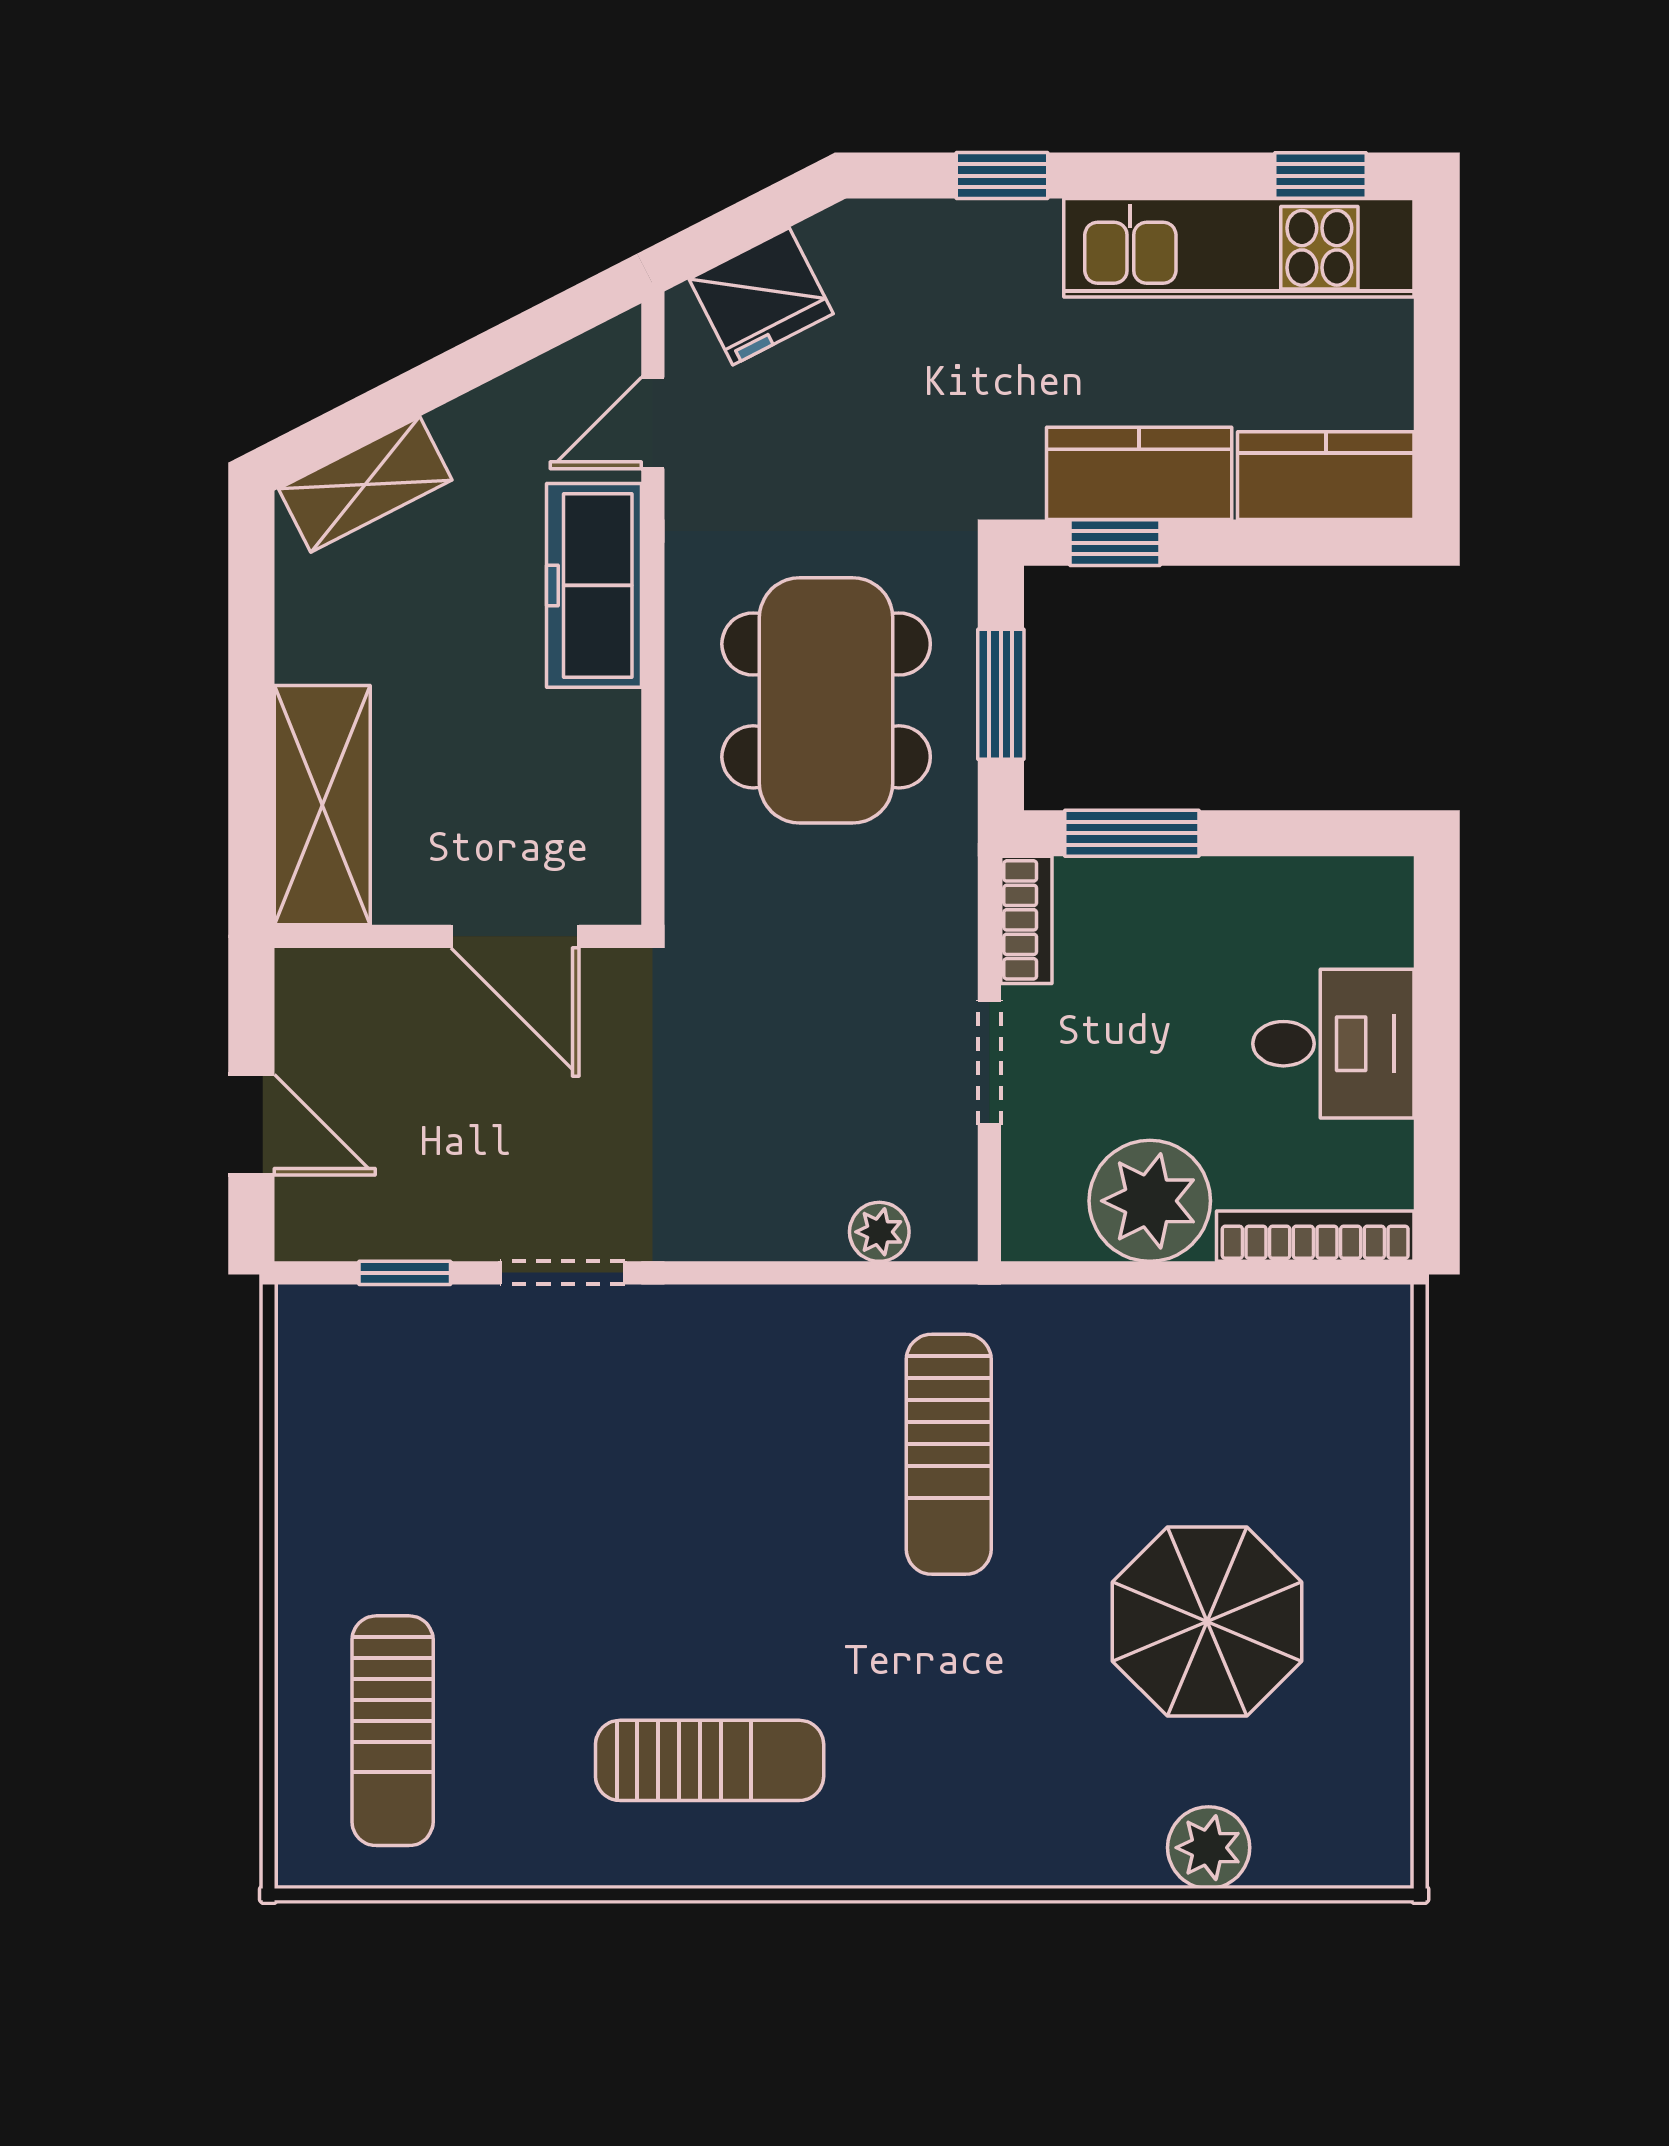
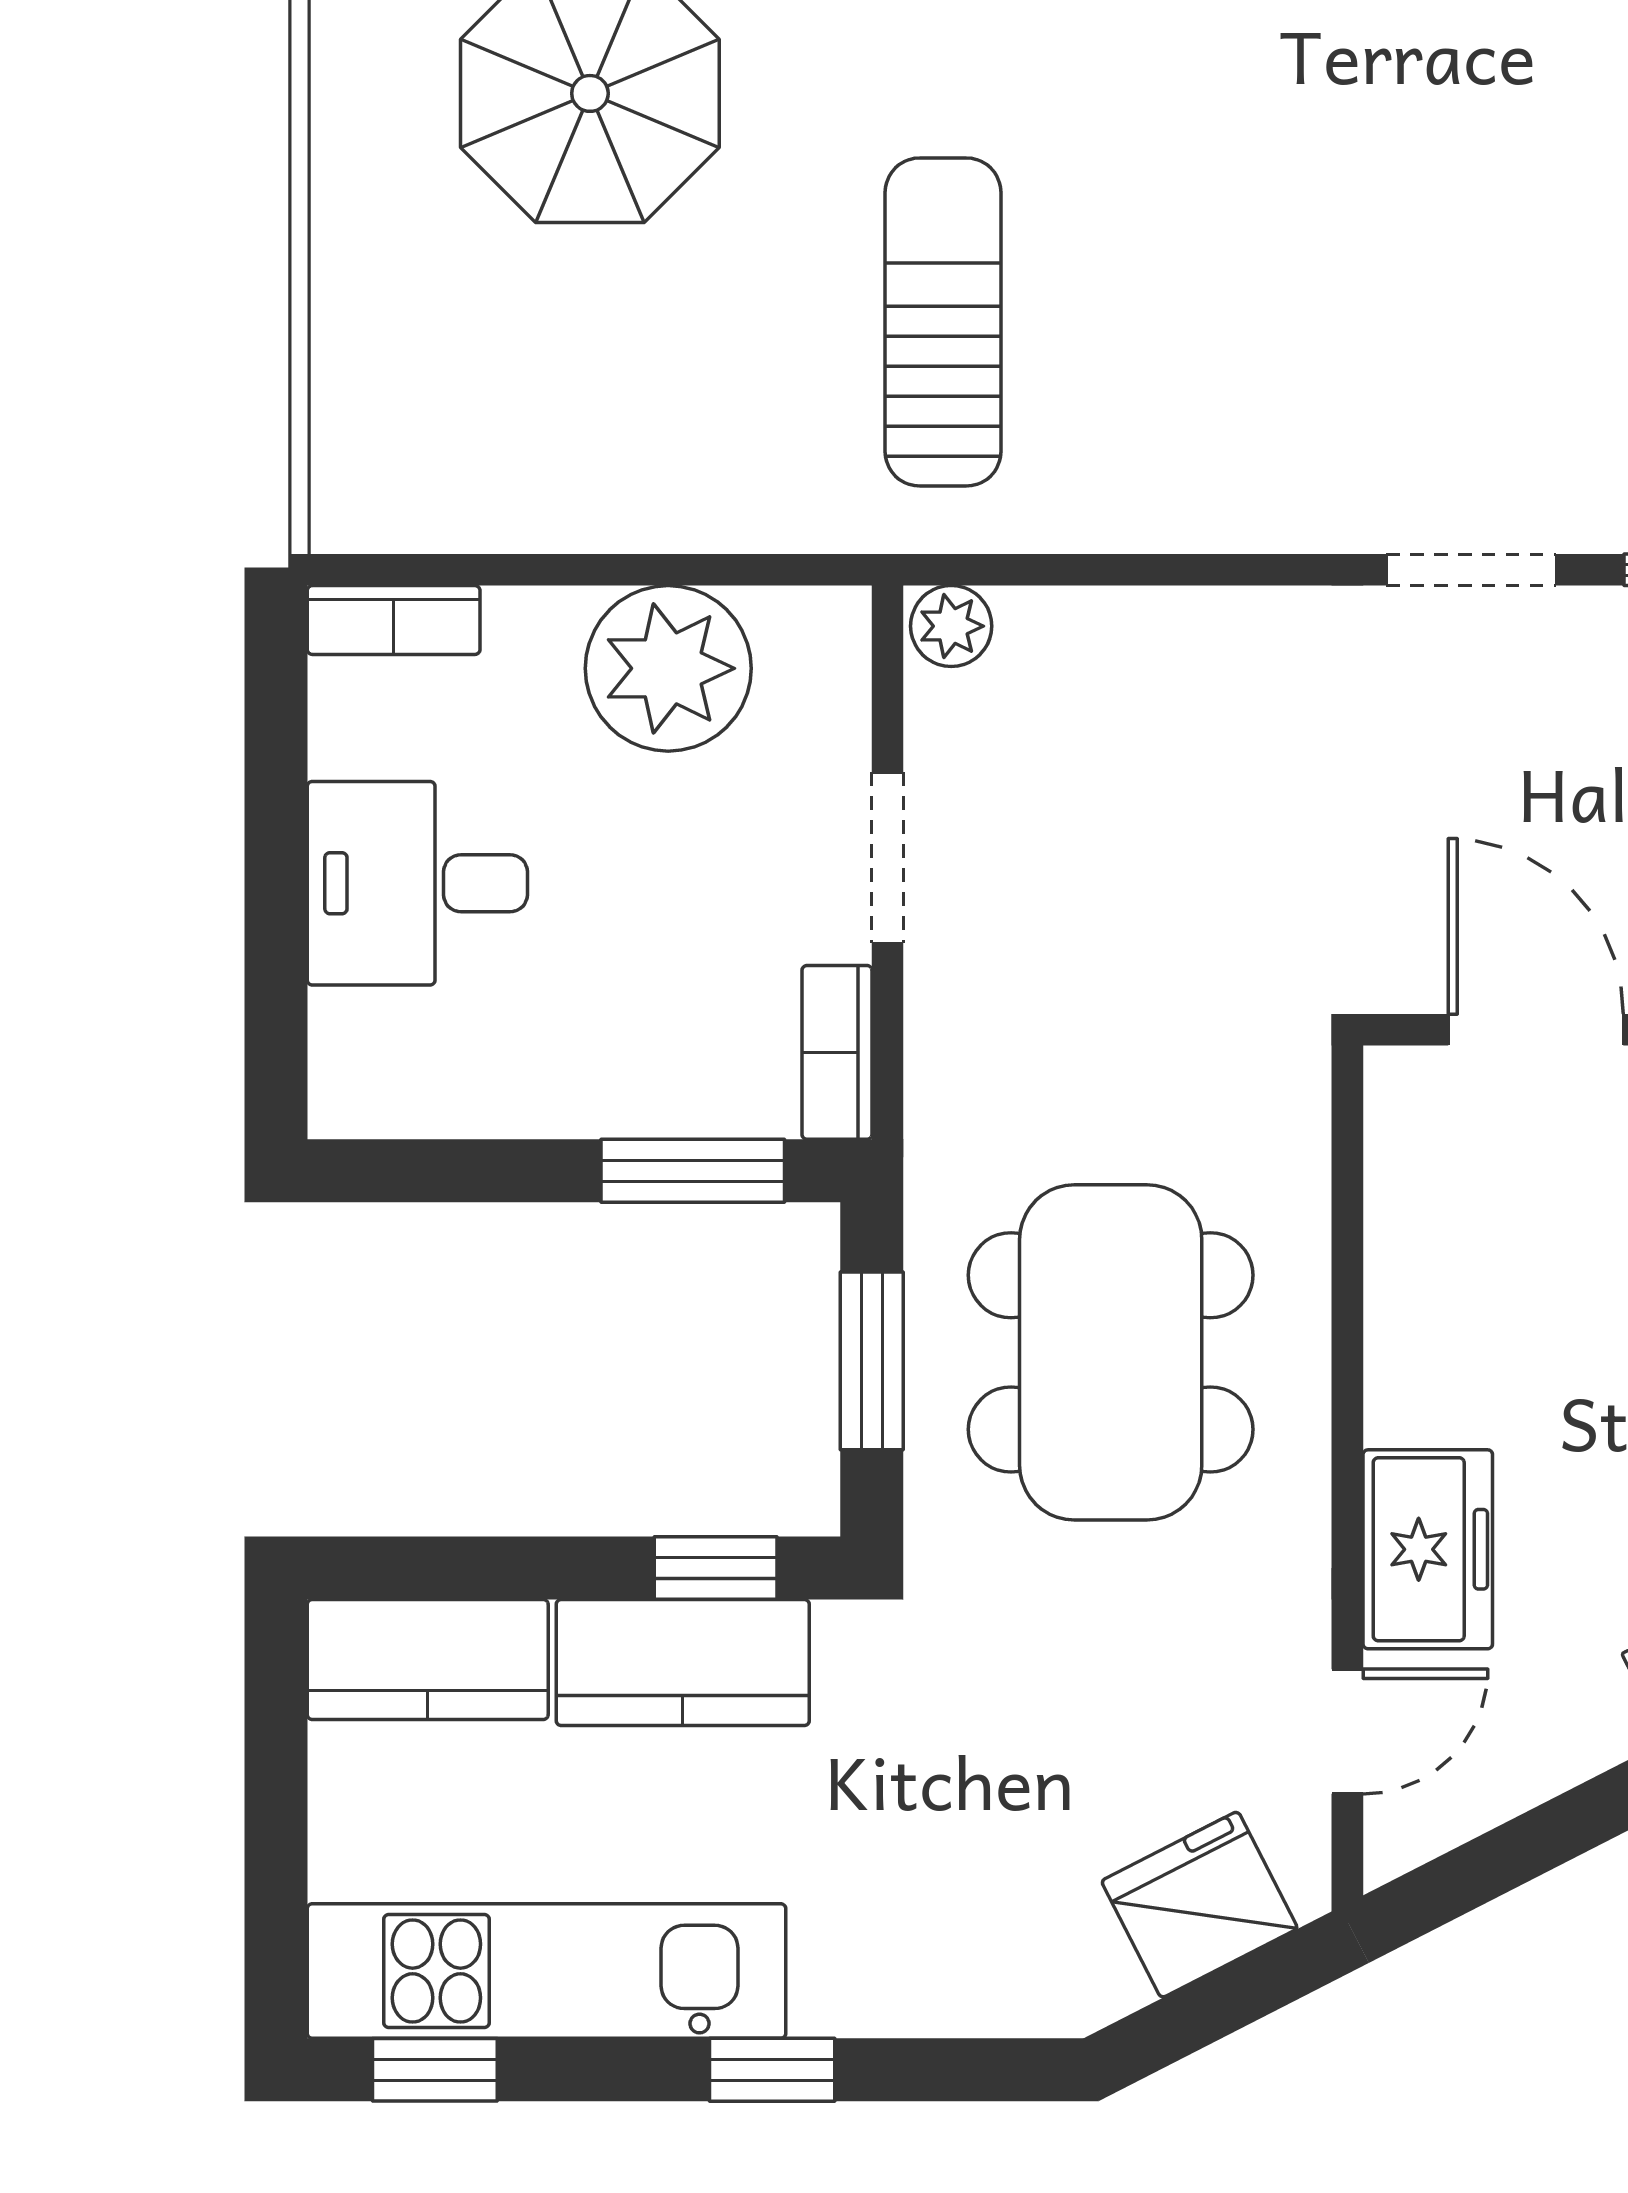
window: (1002, 176) -> (772, 2070), moved
freezer: (594, 585) -> (1428, 1549), width x0.71
plant: (879, 1232) -> (951, 626), moved
bookcase: (1315, 1236) -> (394, 620), width x0.64

